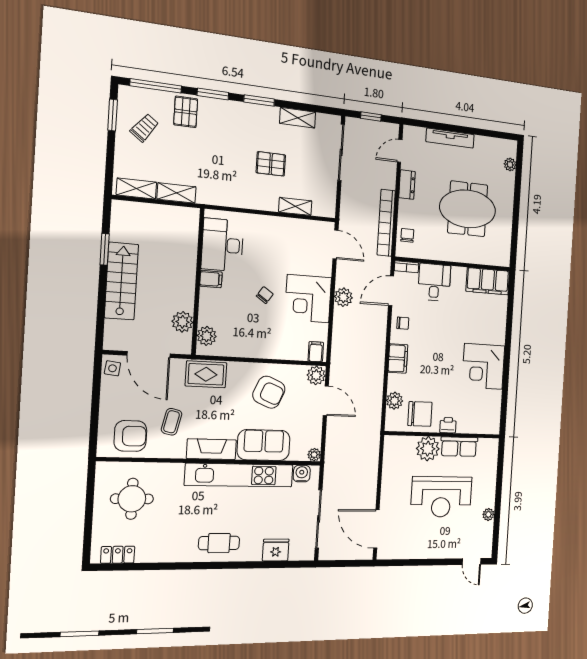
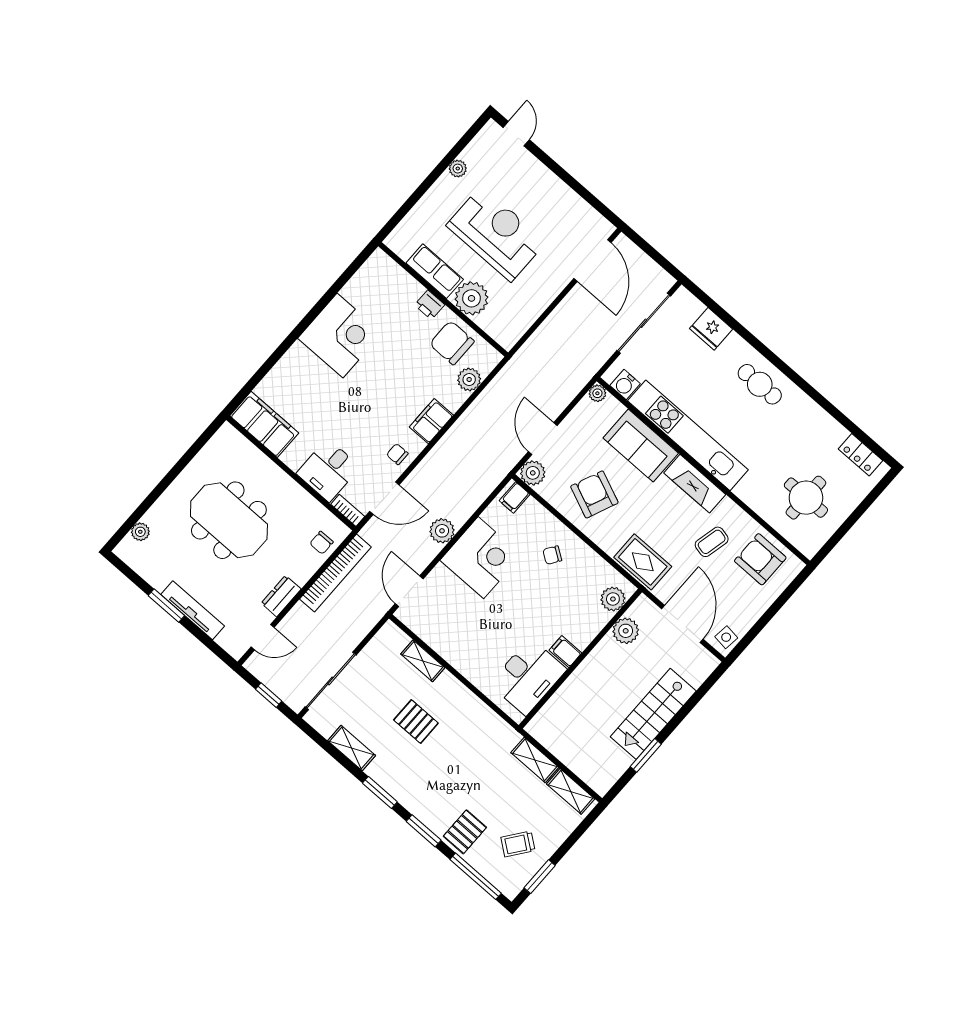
window: (466, 130) -> (166, 606), added
chair: (265, 295) -> (552, 555), moved

